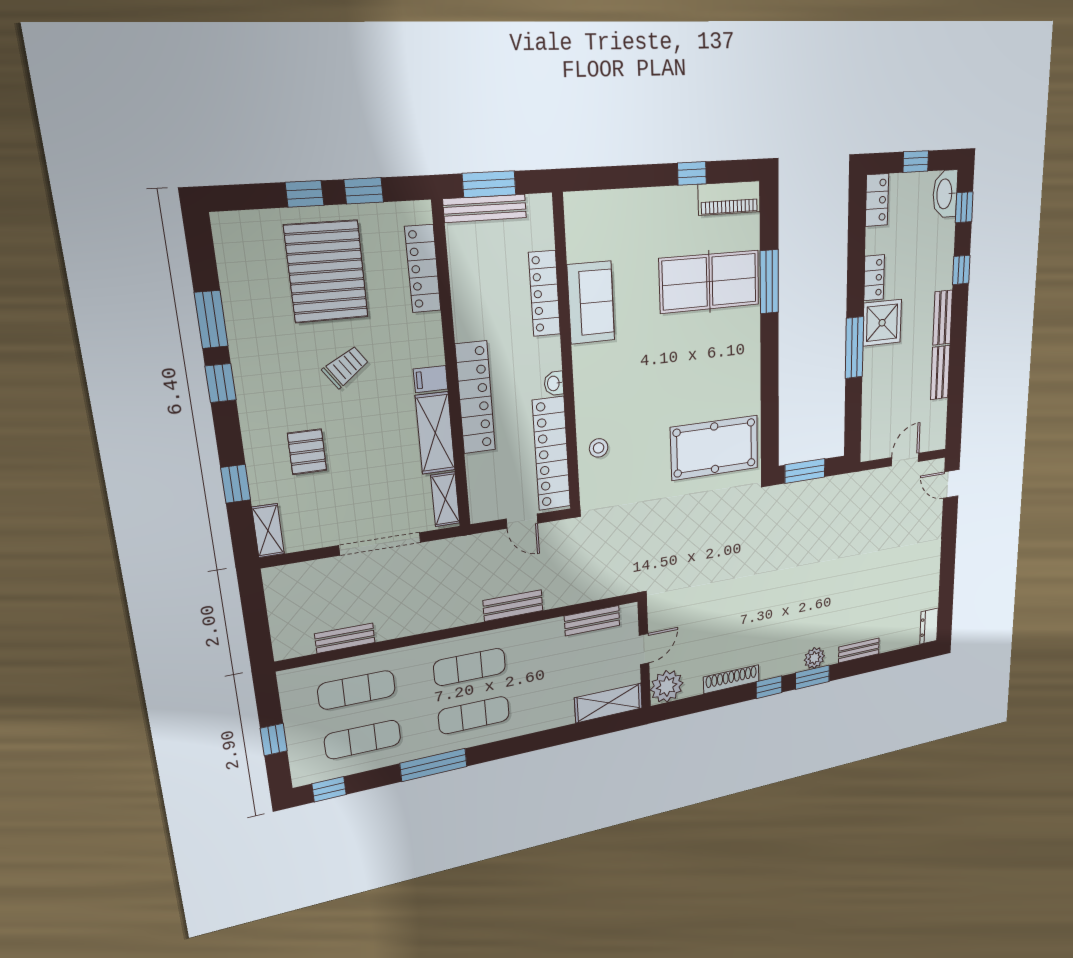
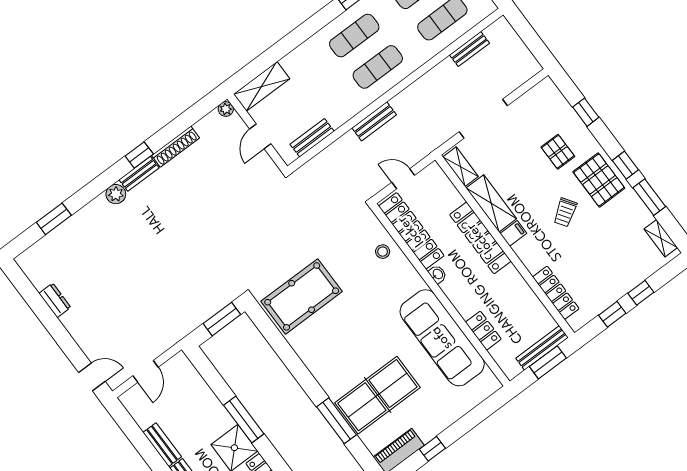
pallet: (326, 272) -> (599, 180), moved, width x0.73, depth x0.71
locker: (545, 294) -> (483, 331), width x0.66
sofa: (591, 303) -> (442, 338), width x1.85, depth x1.27
shelving: (268, 531) -> (661, 238), moved
dresser: (929, 626) -> (55, 300), moved
bench: (859, 650) -> (139, 174), moved
window: (812, 677) -> (54, 219), moved
plant: (667, 686) -> (226, 109), width x0.53, depth x0.53

